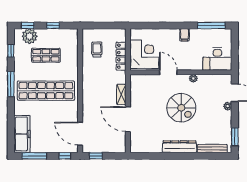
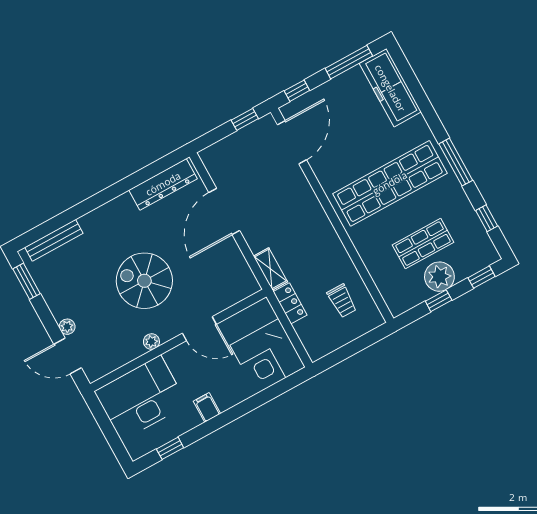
window: (211, 25) -> (170, 448), width x0.46
plant: (30, 36) -> (439, 277), moved
corner desk: (144, 54) -> (268, 356), moved
locker: (121, 56) -> (290, 303), width x0.66
desk: (217, 59) -> (141, 398), width x1.36, depth x1.30
shelving: (121, 95) -> (270, 269), moved
door: (128, 119) -> (224, 212), swing flipped
door: (80, 134) -> (292, 142), hinge flipped
dresser: (180, 147) -> (163, 184), moved

